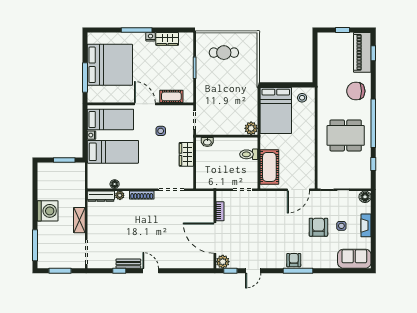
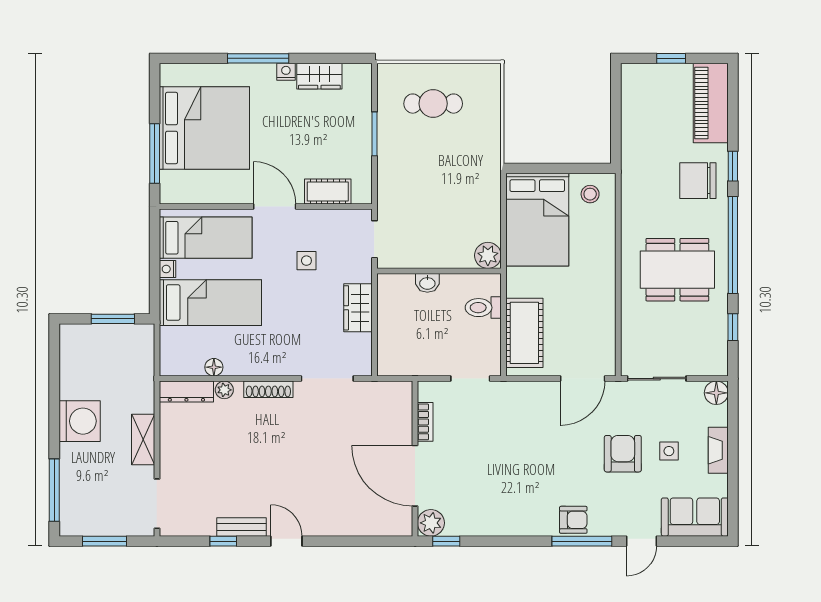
window: (373, 53) -> (733, 166), moved
washbasin: (207, 142) -> (427, 283), moved
armchair: (294, 260) -> (573, 520), turned 90
door: (253, 271) -> (641, 541), moved

